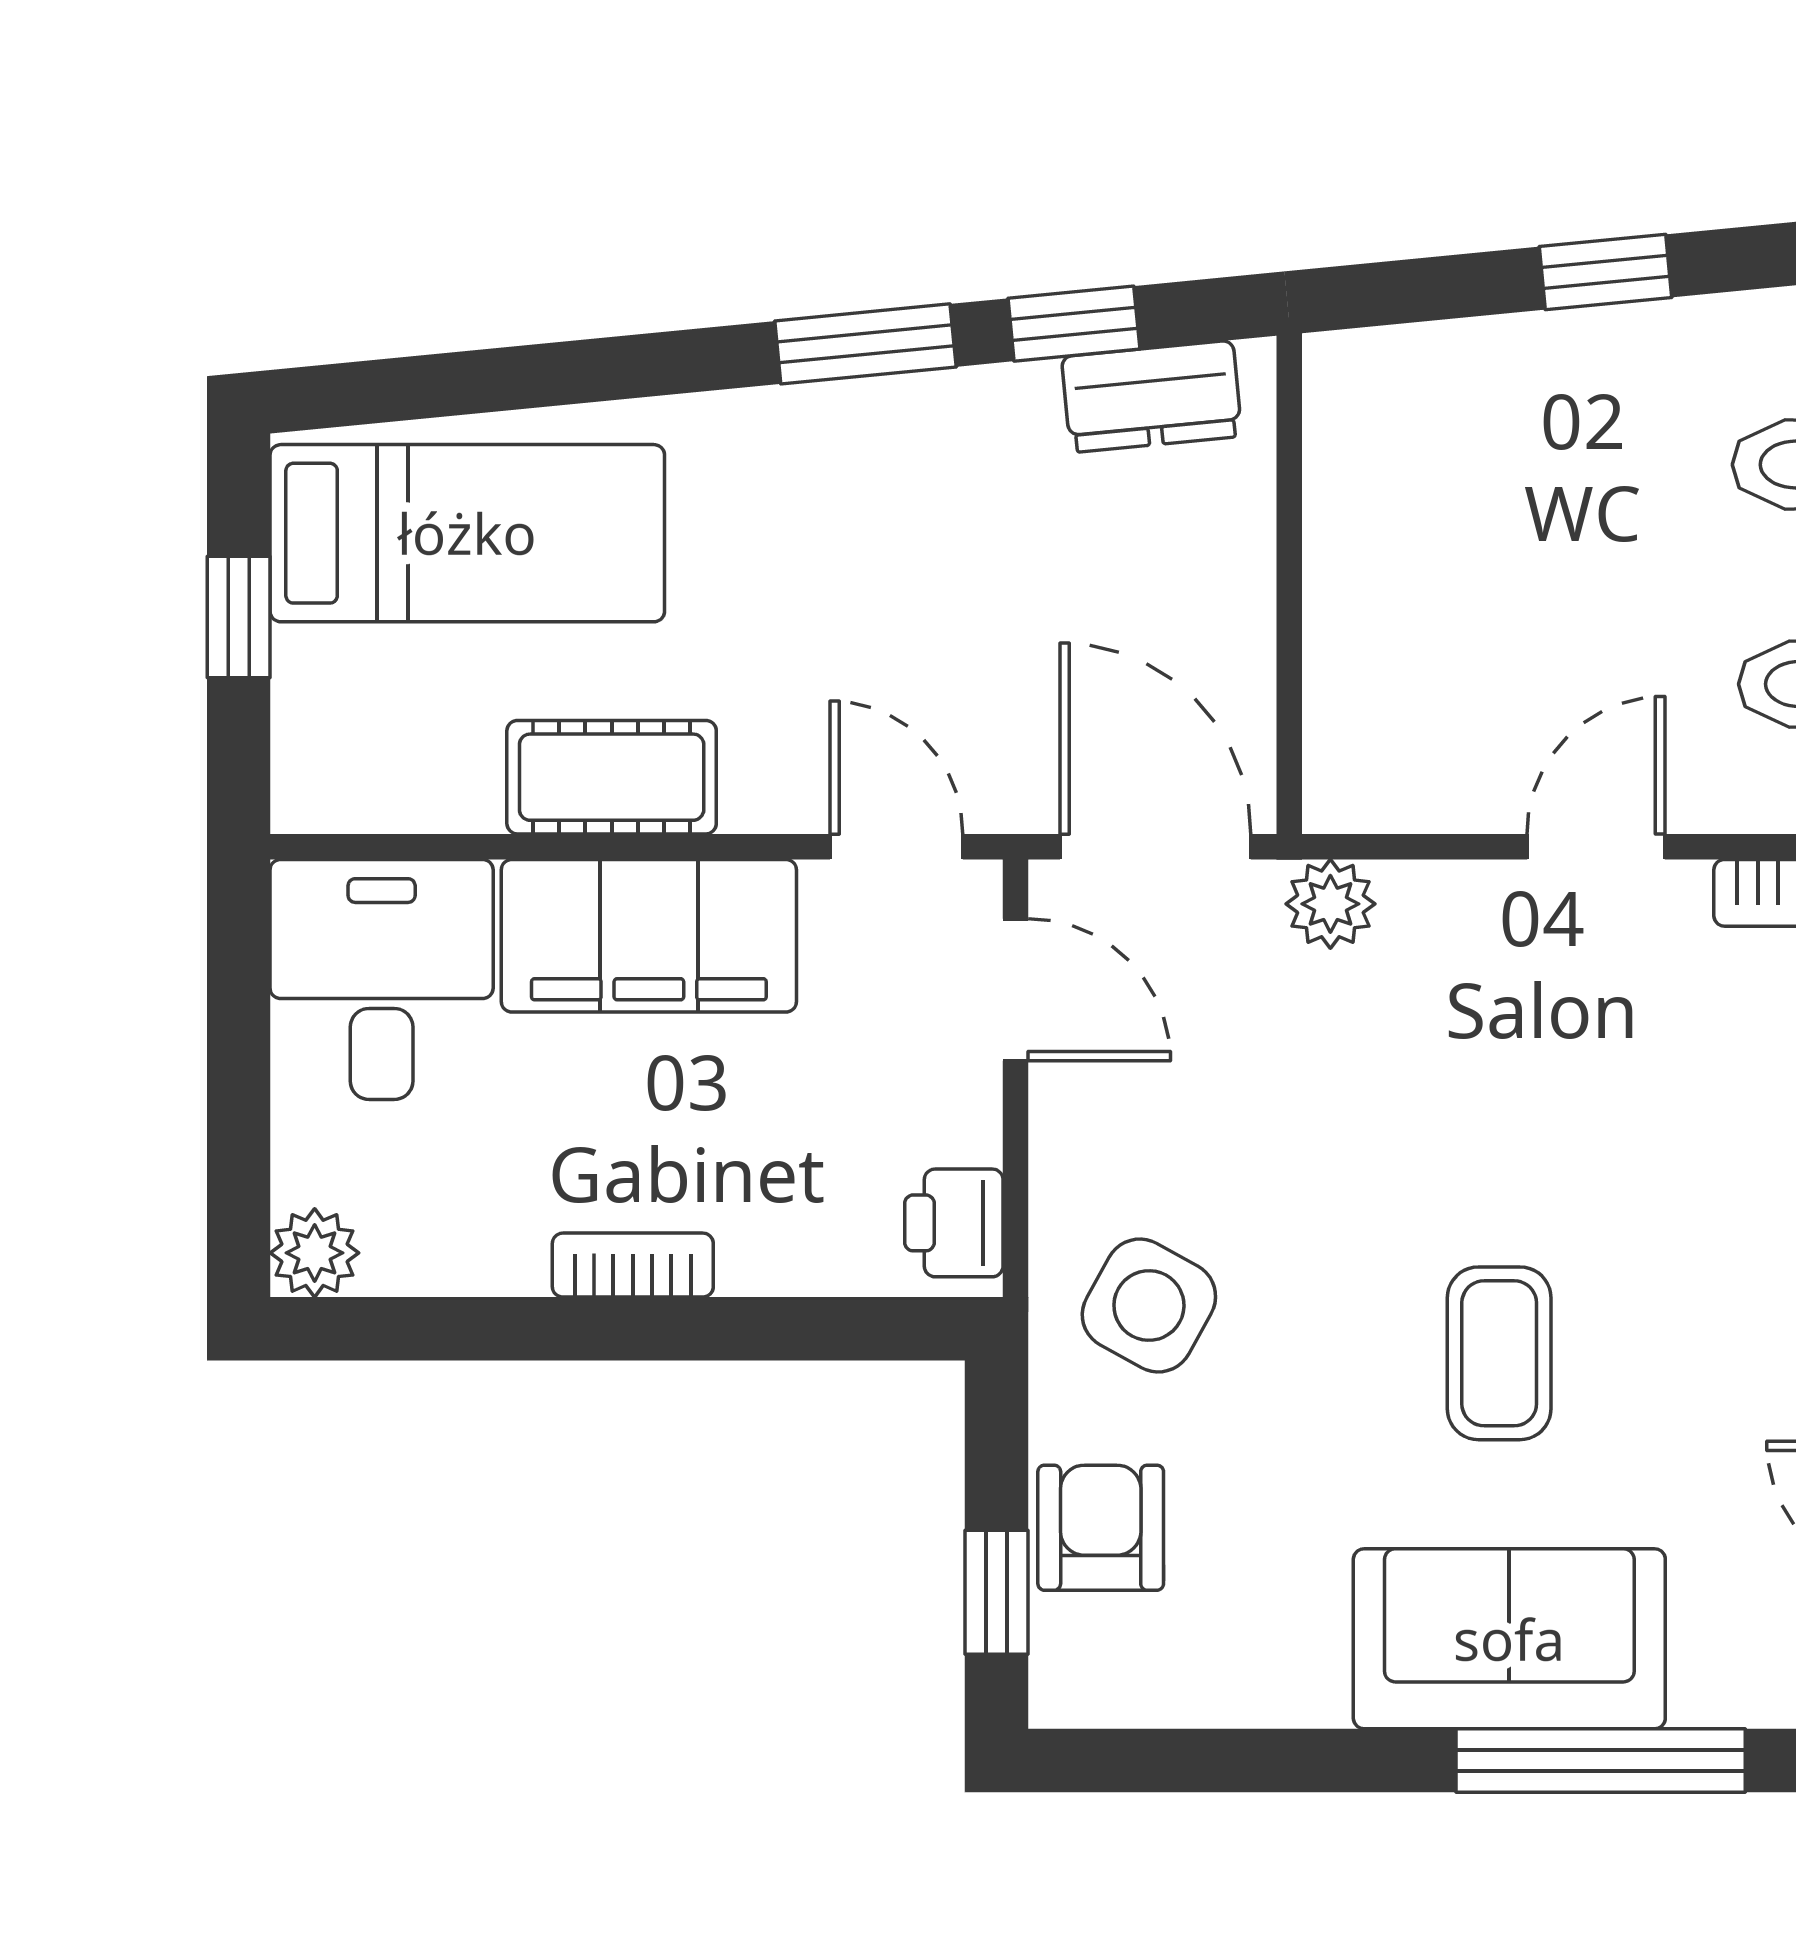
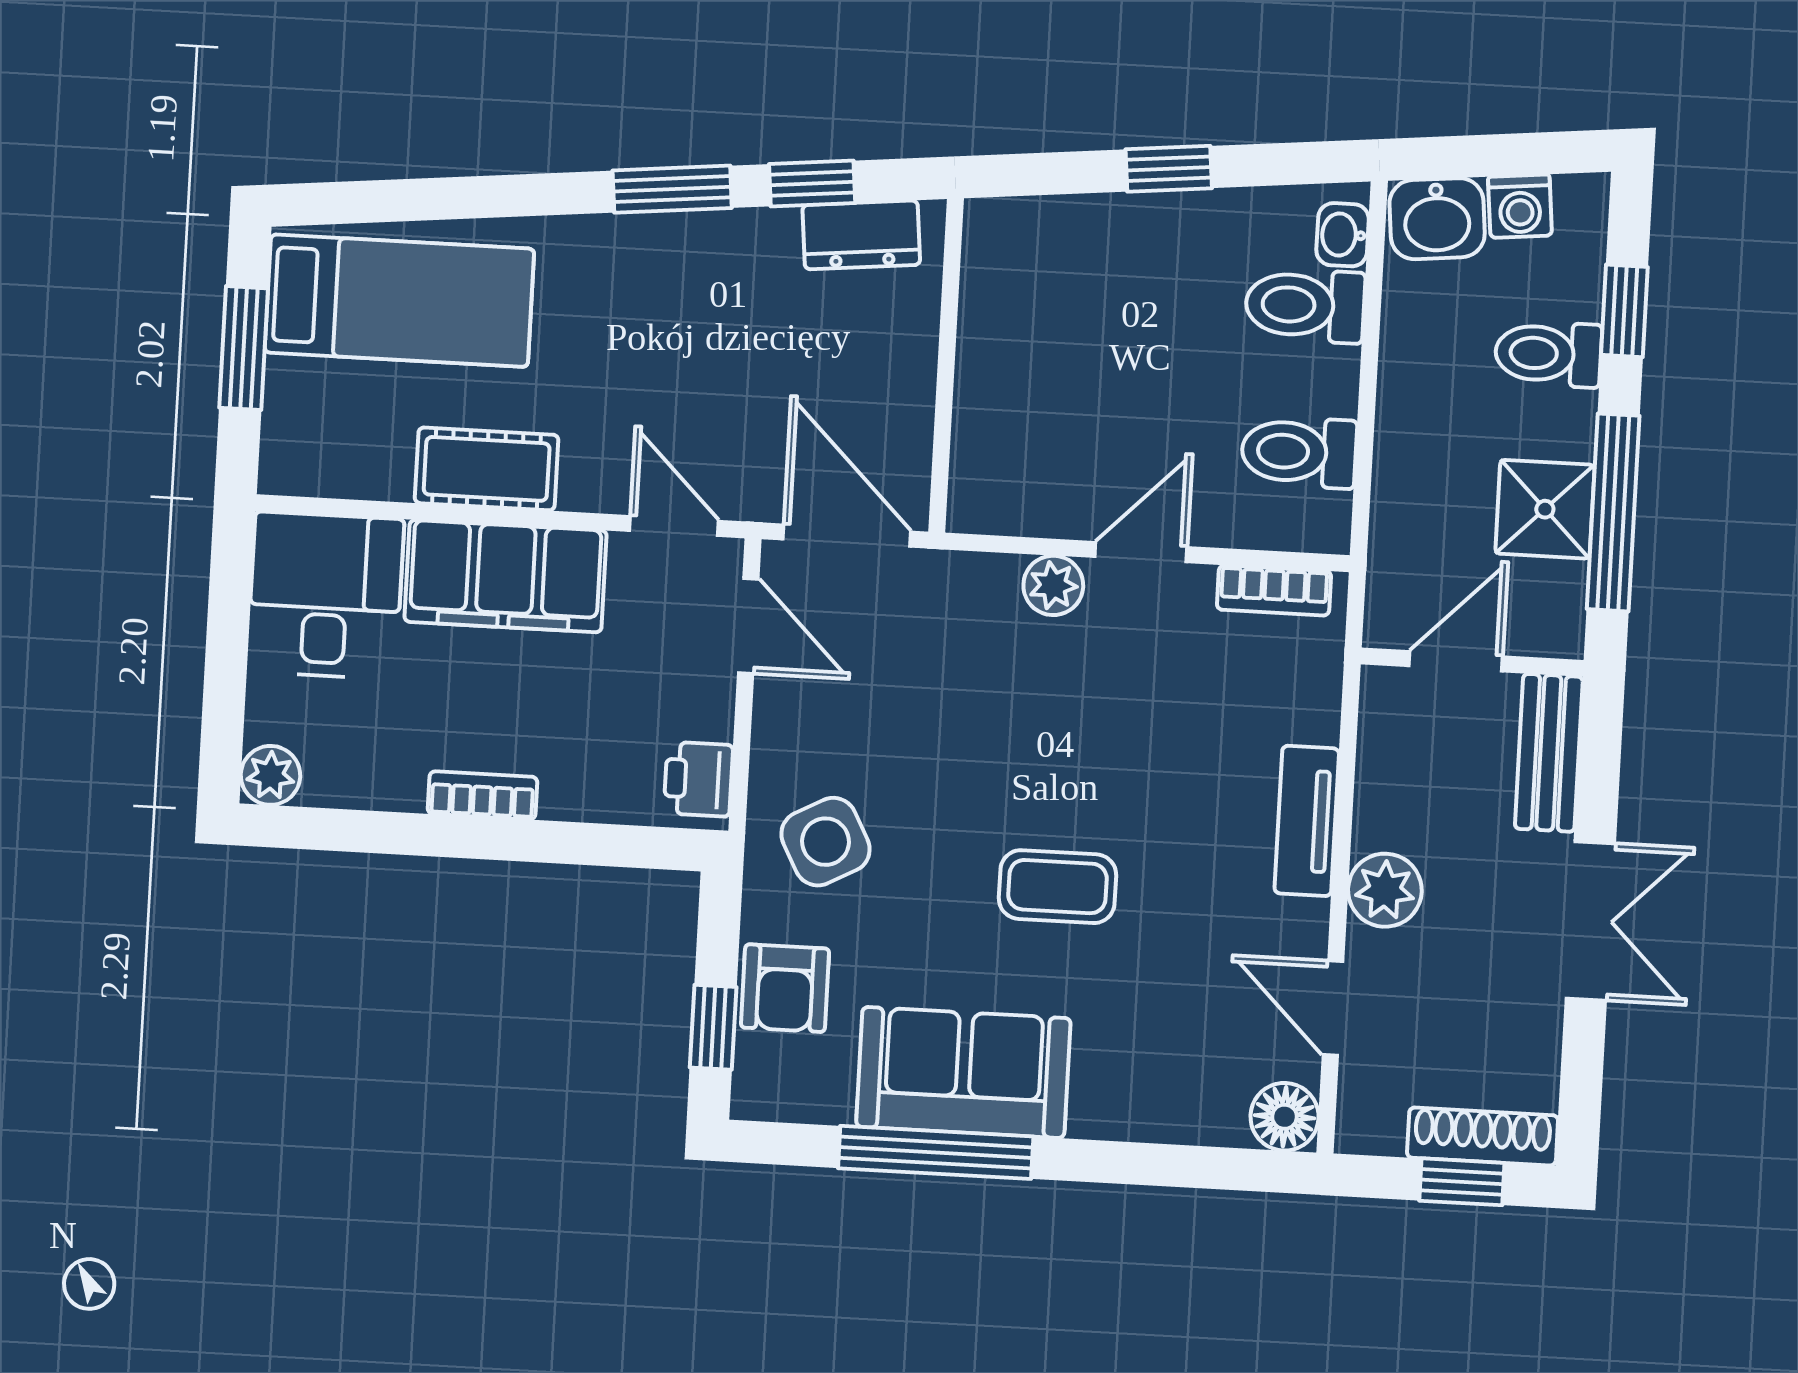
window: (239, 617) -> (244, 348), width x1.50
plant: (1330, 904) -> (1053, 585), moved
side table: (1149, 1306) -> (826, 842), turned 33
coffee table: (1499, 1353) -> (1057, 887), turned 90
armchair: (1101, 1528) -> (785, 988), turned 180
sofa: (1509, 1639) -> (963, 1072), moved
window: (1601, 1760) -> (936, 1152), moved

